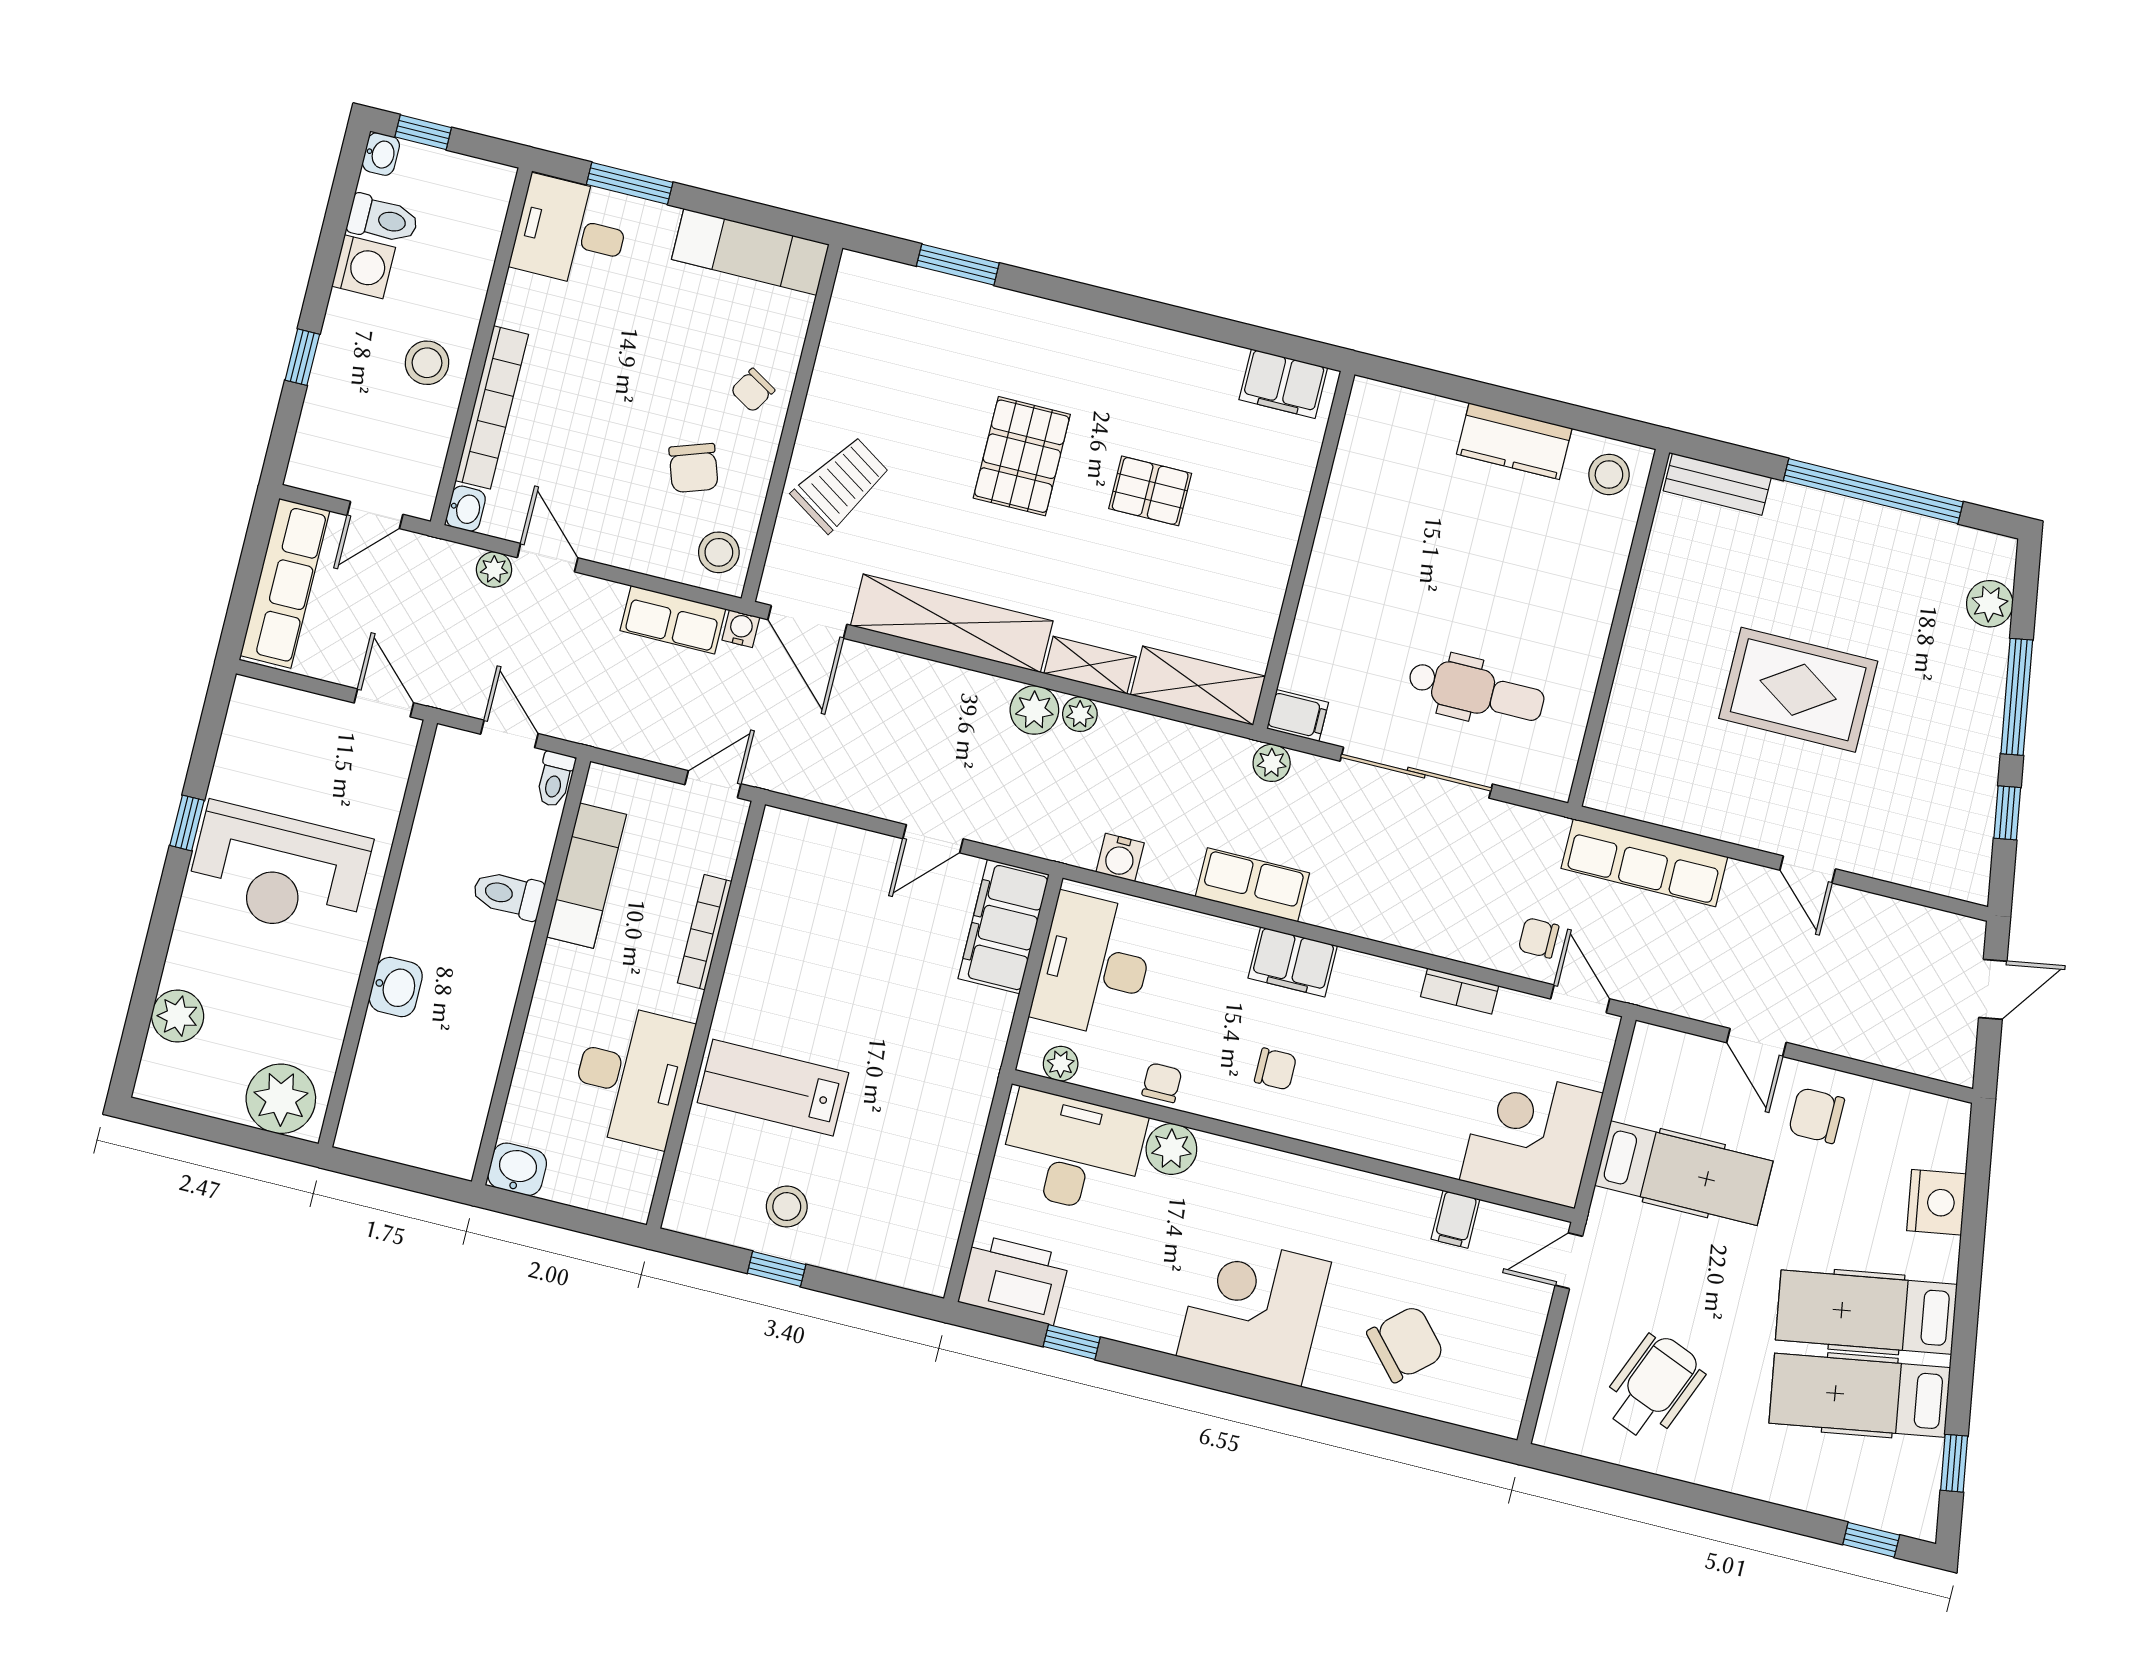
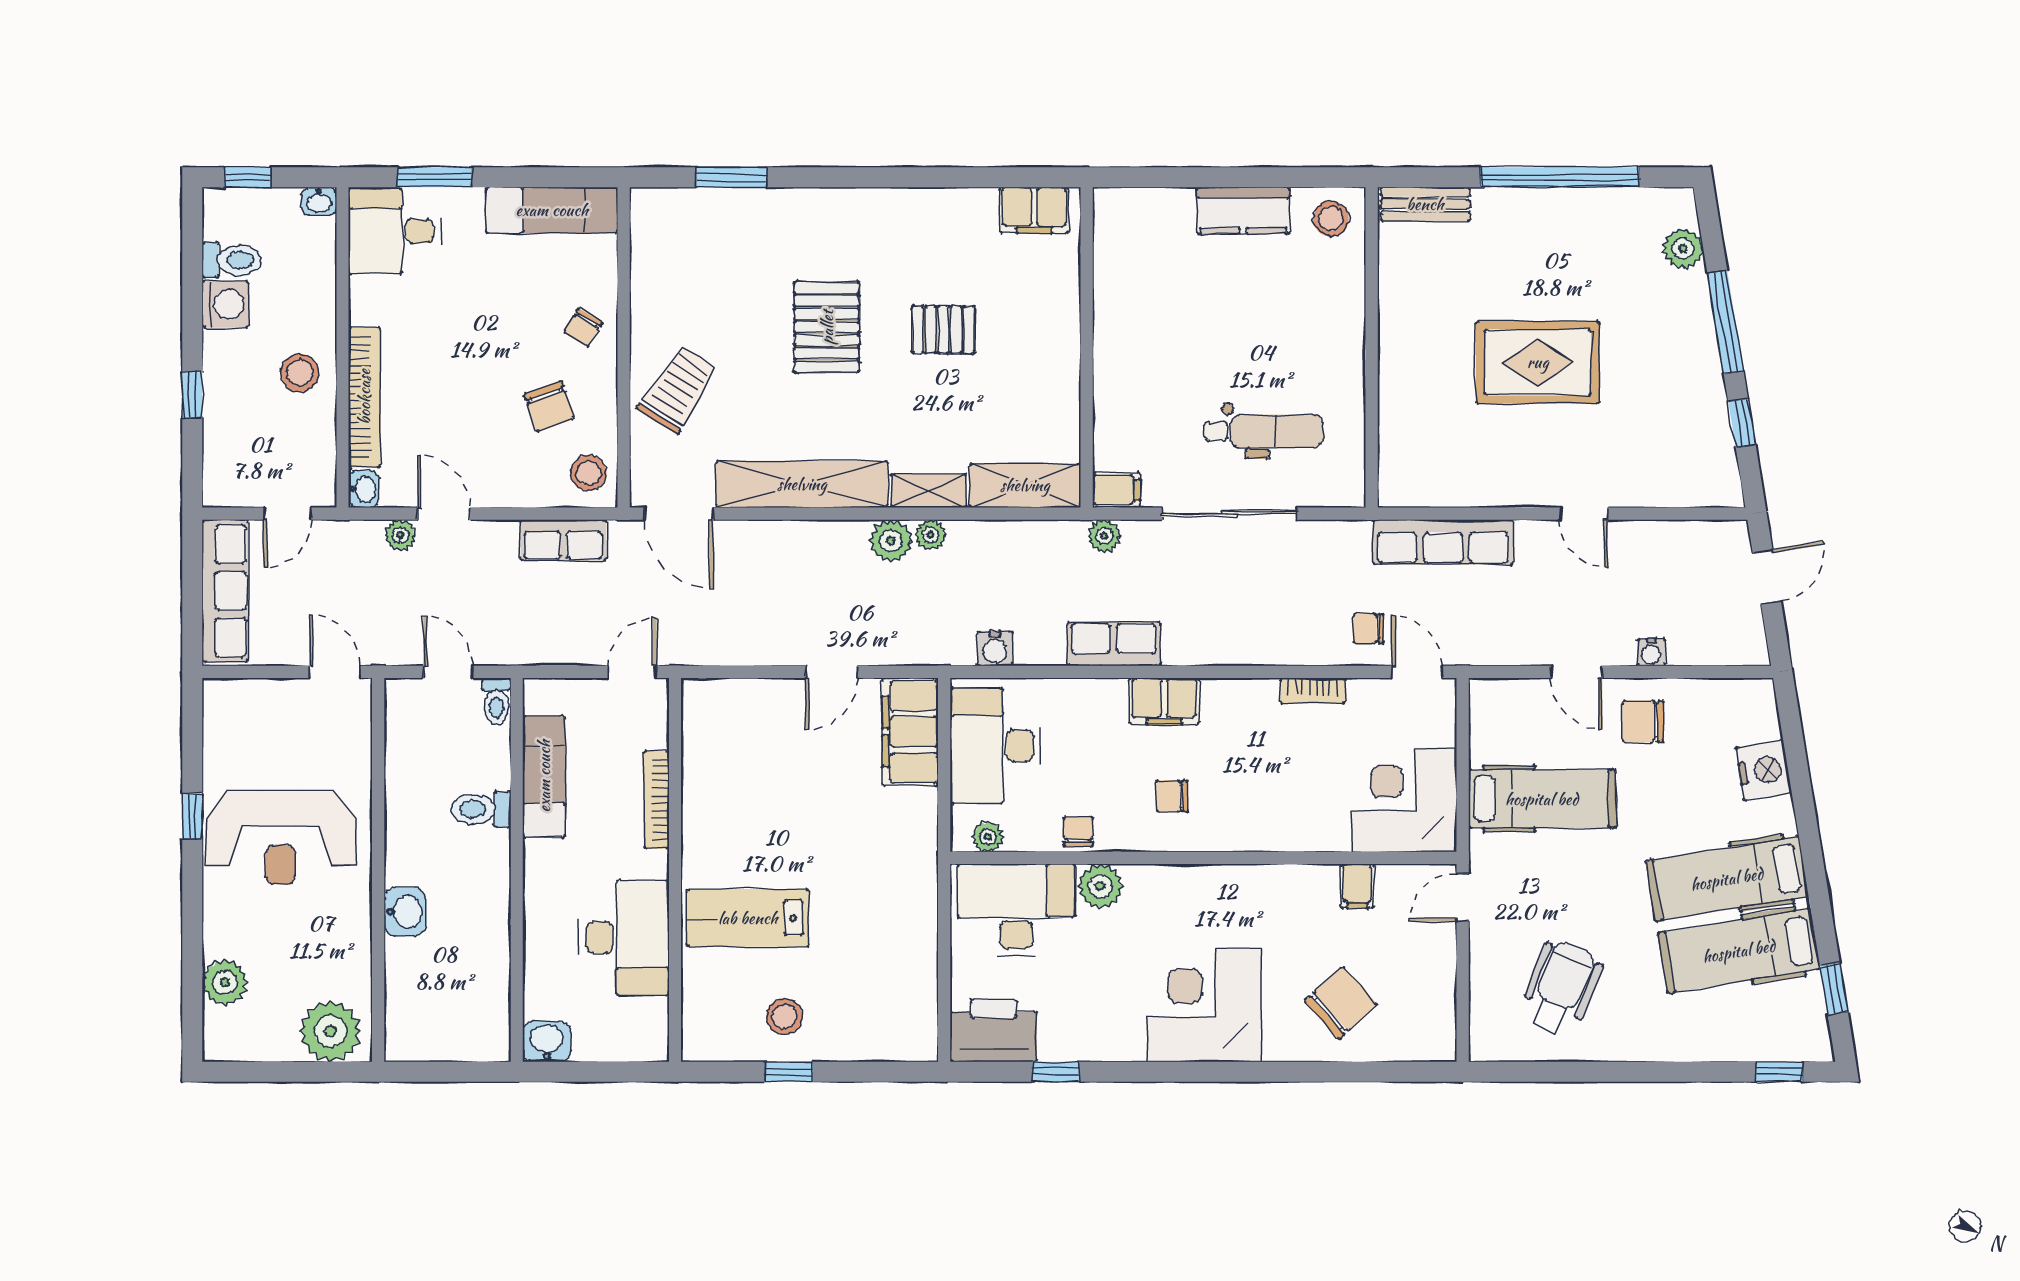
washbasin: (381, 154) -> (319, 201), moved, turned 90
water cooler: (741, 629) -> (1651, 652), moved, turned 180
chair: (1275, 1069) -> (1172, 796), turned 180

